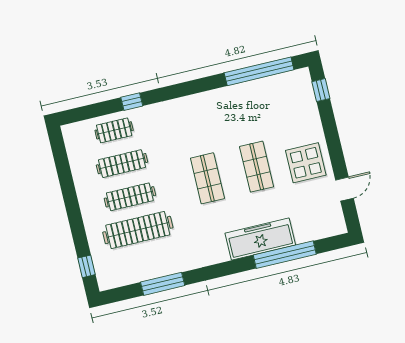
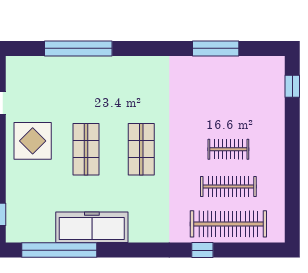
clothes rail: (114, 130) -> (228, 224), width x1.86, depth x1.31
clothes rail: (130, 197) -> (228, 149), width x0.73
clothes rail: (138, 230) -> (228, 112), removed
freezer: (260, 239) -> (92, 227), moved, turned 180

